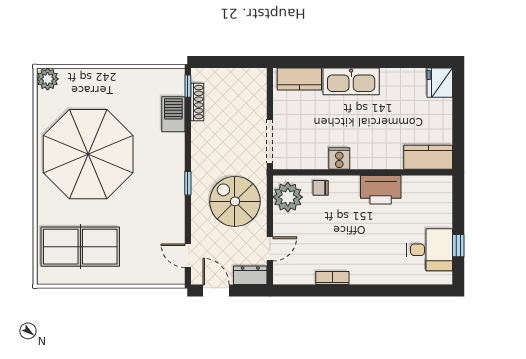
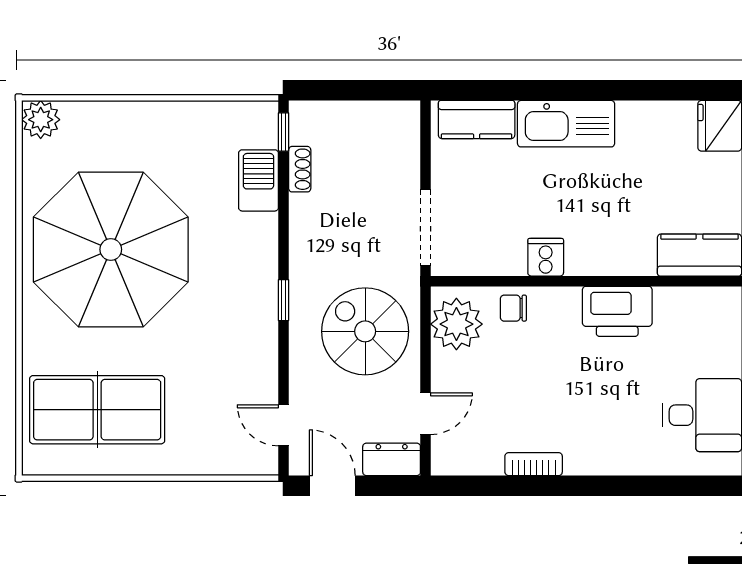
shoe rack: (197, 102) -> (300, 169), width x0.70

